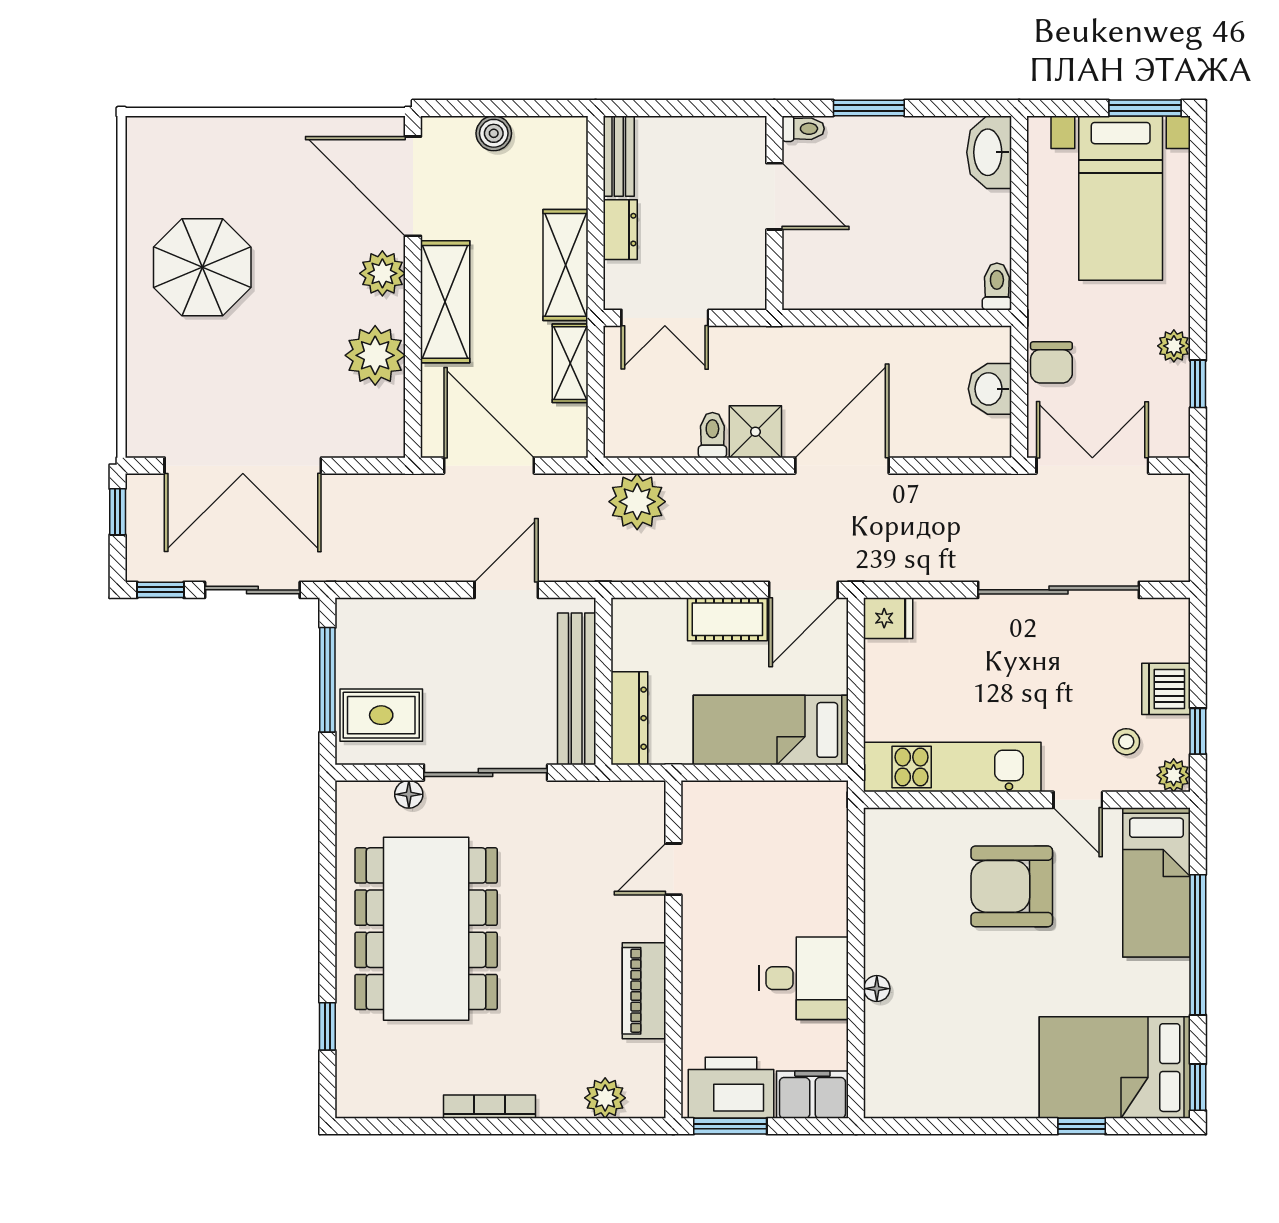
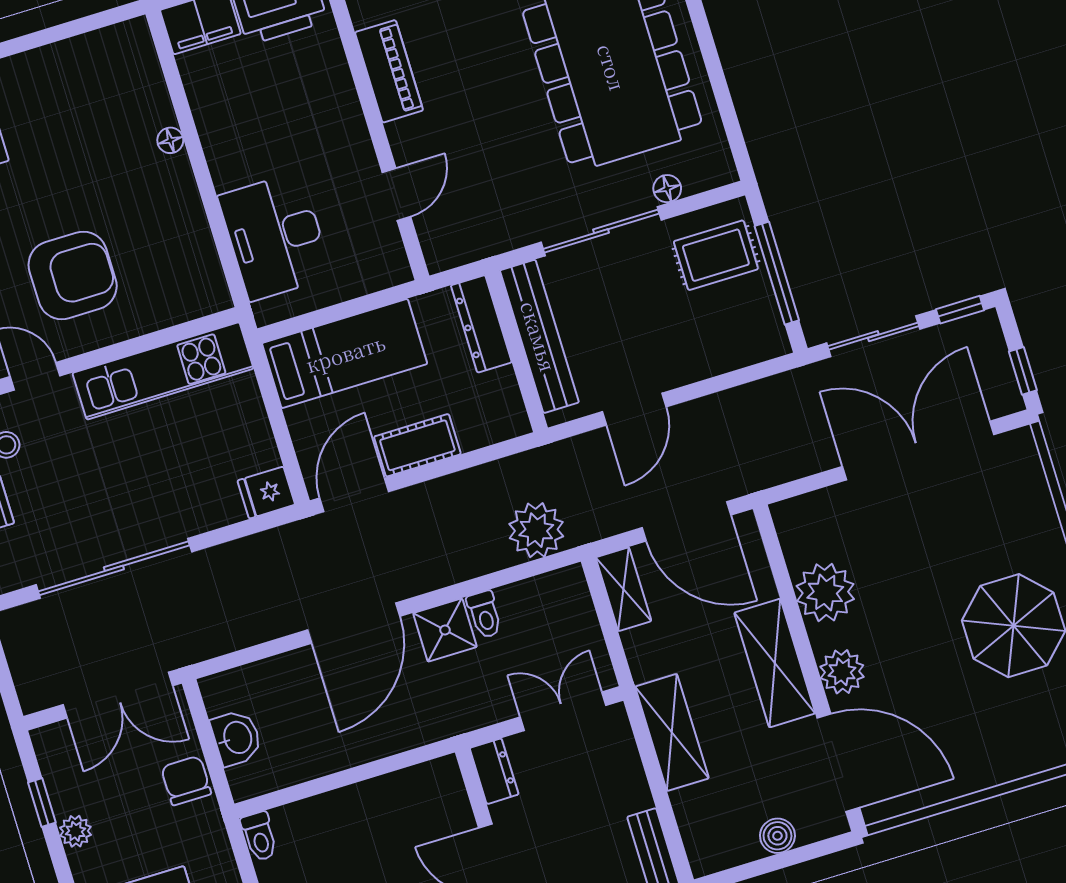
dresser: (620, 230) -> (494, 771), moved, turned 180
shelving: (570, 363) -> (623, 589), moved
desk: (804, 978) -> (275, 236), moved, width x1.37

